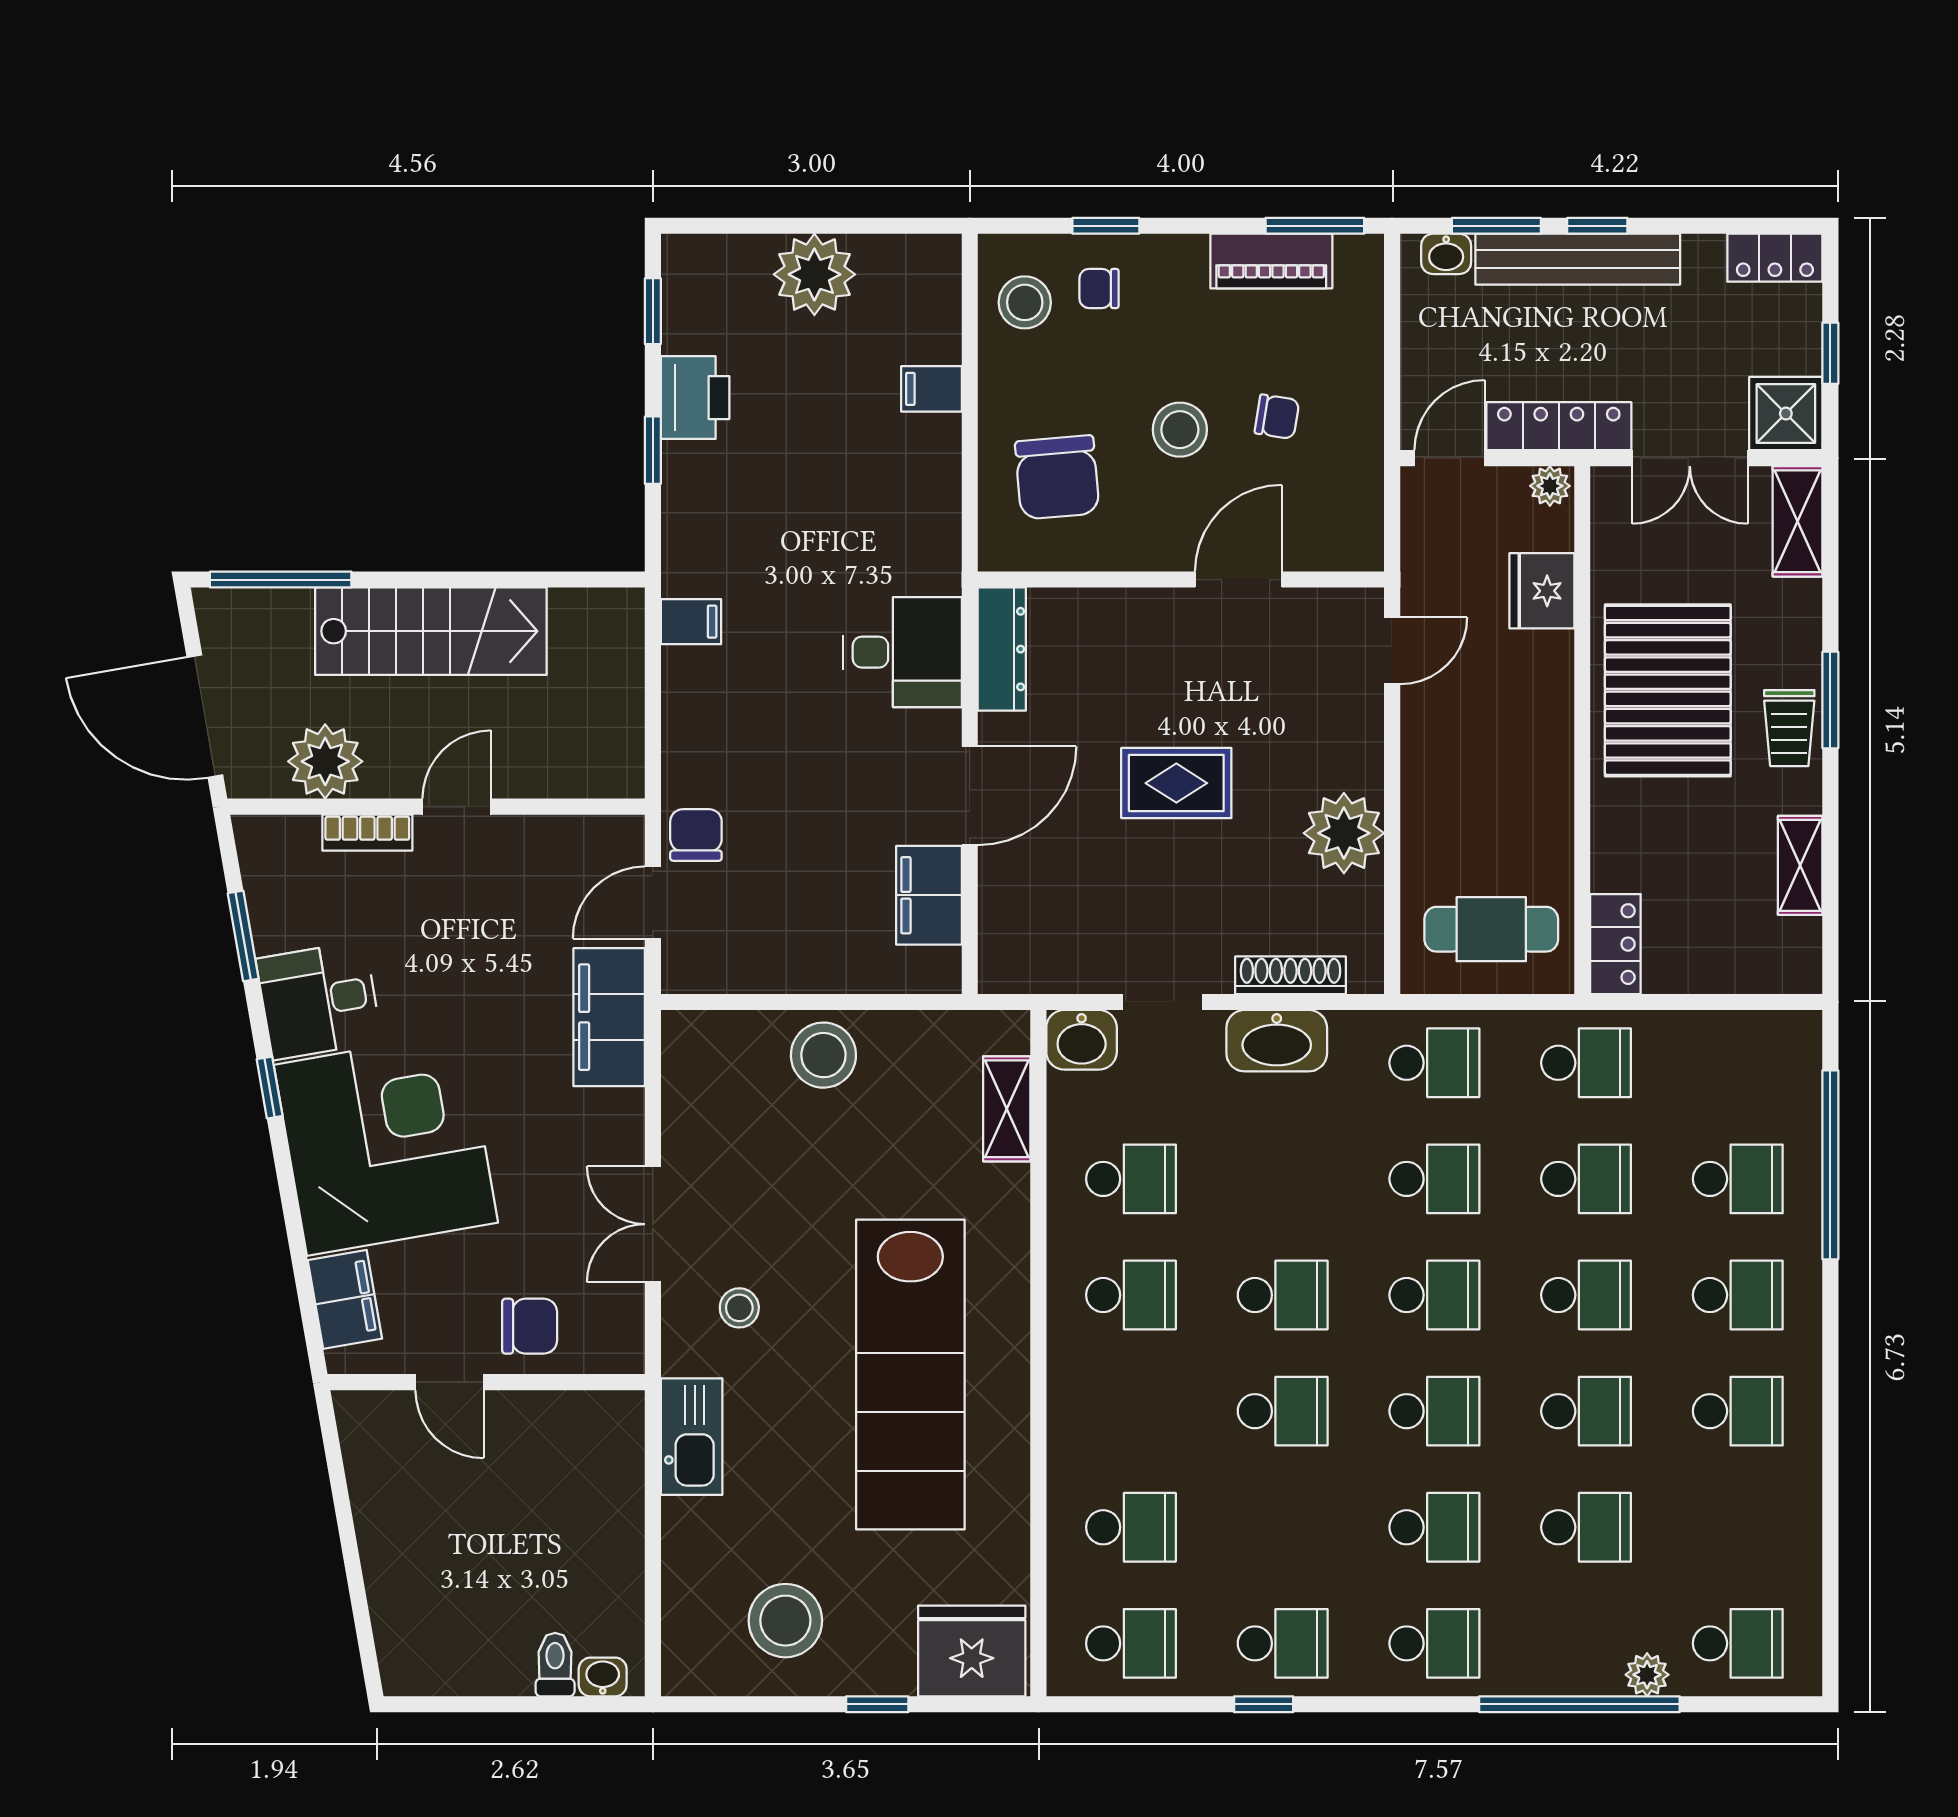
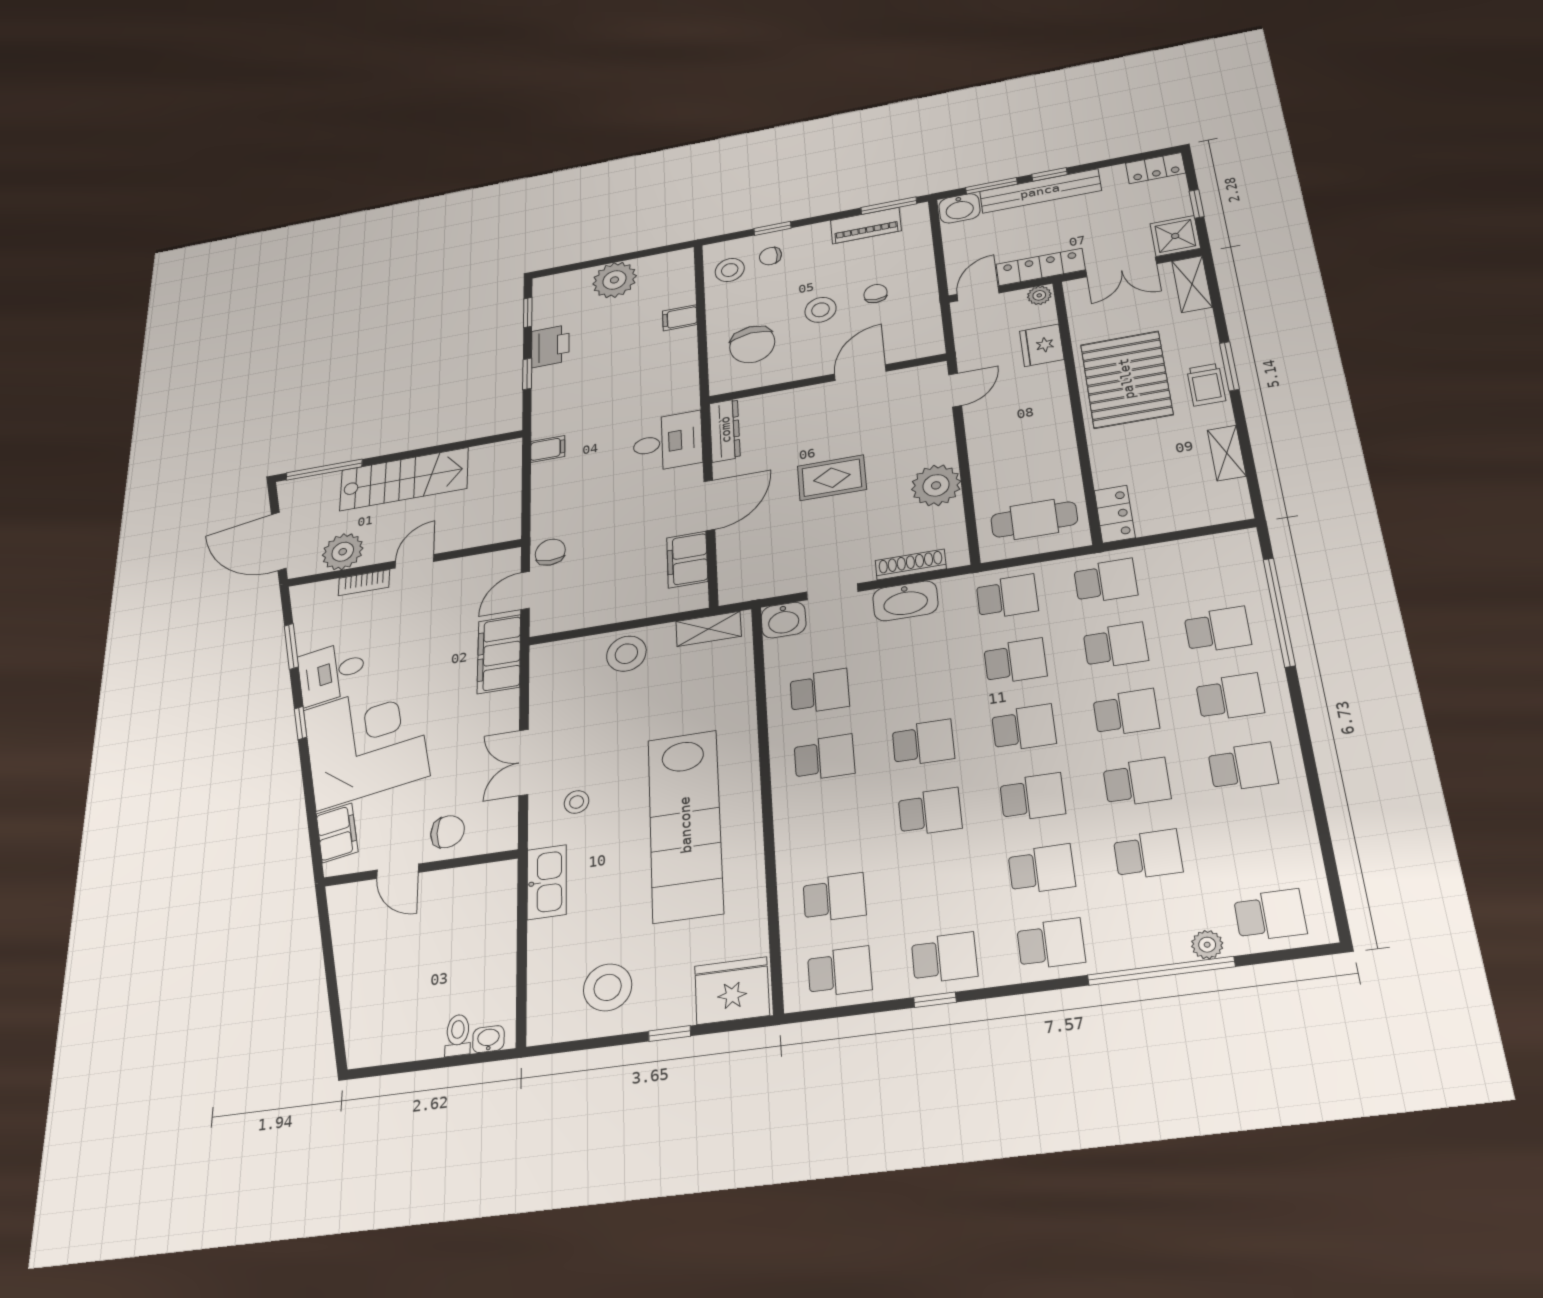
washbasin: (1446, 254) -> (959, 208), width x1.38, depth x1.45
chair: (1277, 417) -> (876, 294), turned -99
shelving: (1007, 1109) -> (709, 629), moved, turned 90

